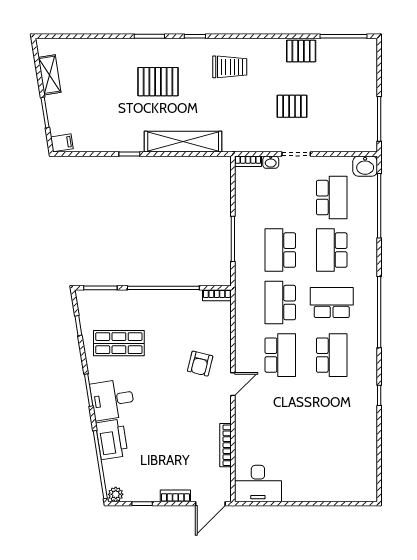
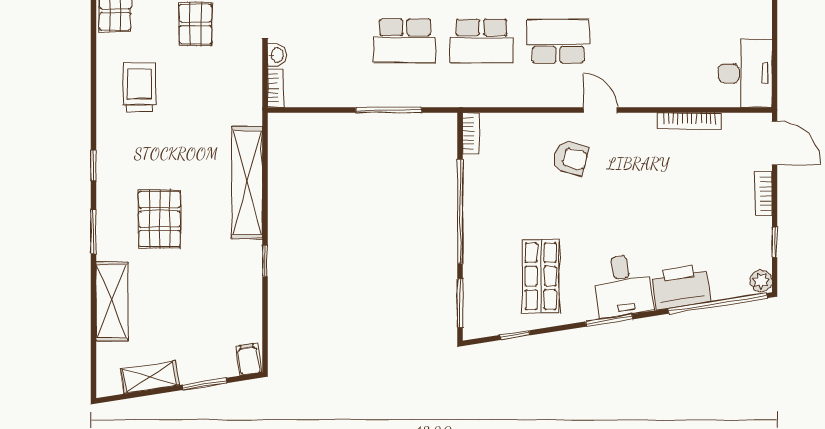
shelving: (102, 49) -> (112, 301), added
trolley: (230, 67) -> (139, 87), moved

